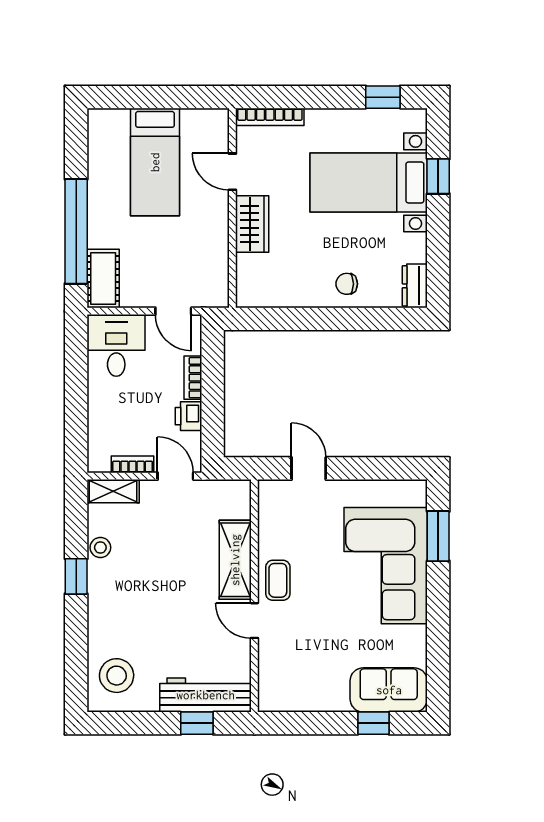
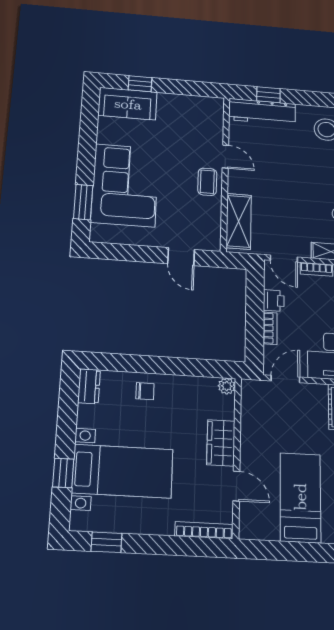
plant: (247, 297) -> (227, 386), added
door: (173, 311) -> (285, 379), hinge flipped
shelving: (235, 560) -> (239, 221), moved

